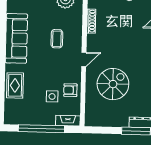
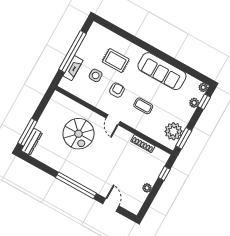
rug: (15, 85) -> (116, 61), moved
armchair: (70, 90) -> (117, 90), moved
fireplace: (68, 121) -> (73, 68), moved

